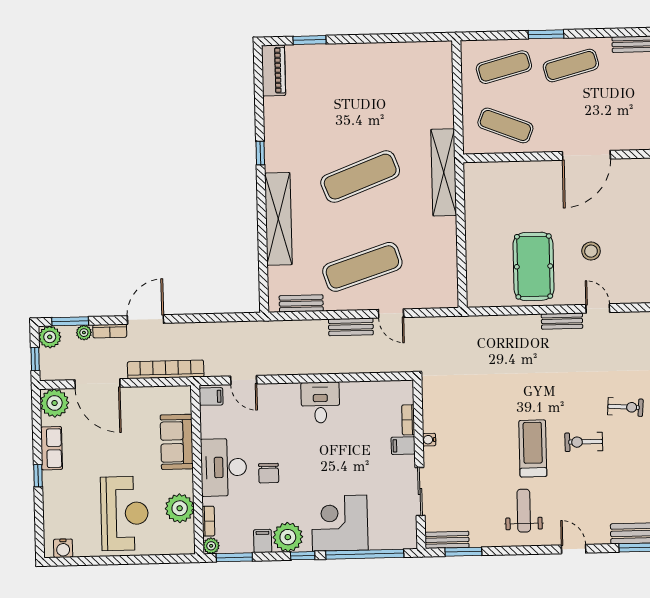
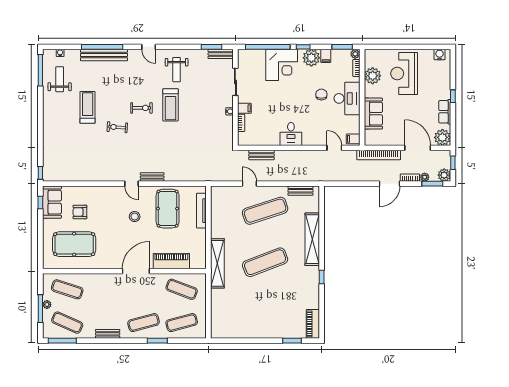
piano: (525, 174) -> (171, 261), added
tv unit: (474, 264) -> (201, 211), added
bench: (351, 327) -> (261, 155), moved

